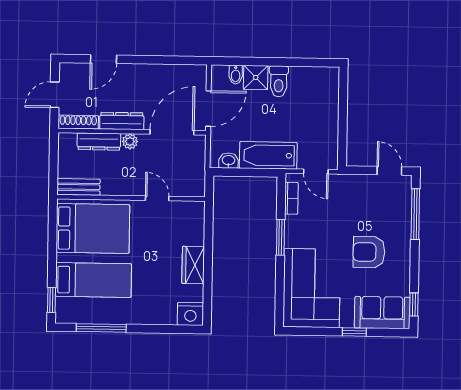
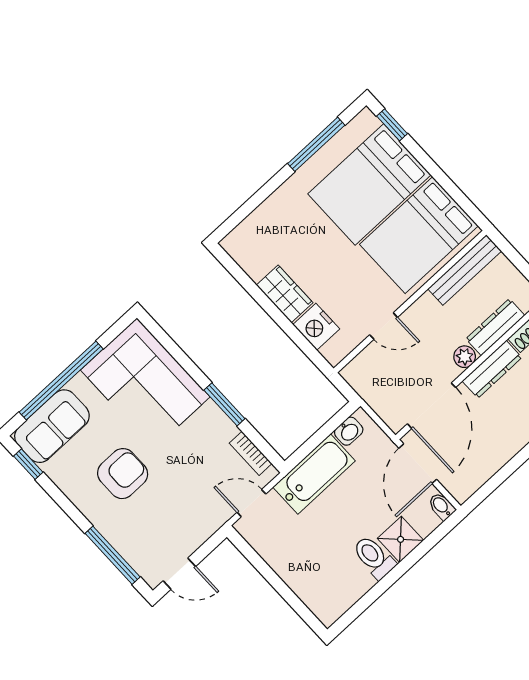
bidet: (236, 75) -> (442, 506), moved
bench: (79, 187) -> (465, 270), width x1.36
bed: (93, 280) -> (369, 184), width x1.50
nightstand: (190, 314) -> (316, 327), moved, turned -90
window: (354, 332) -> (61, 380), width x3.17

